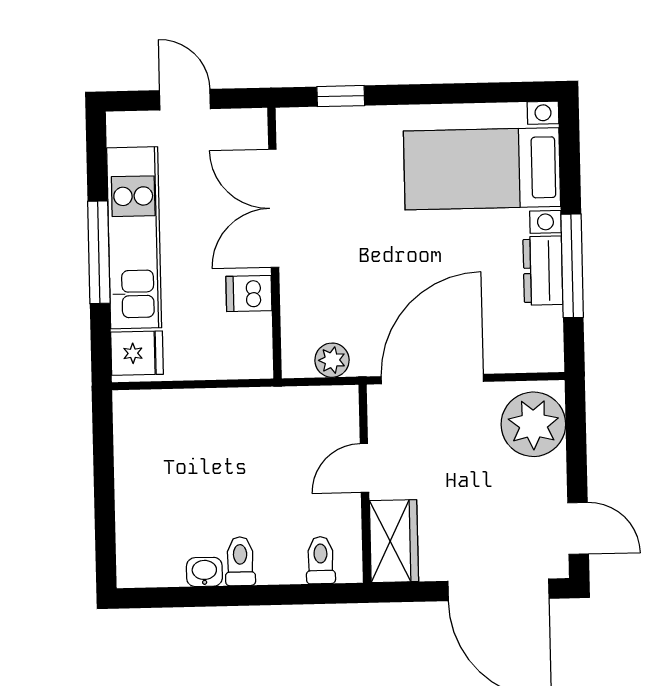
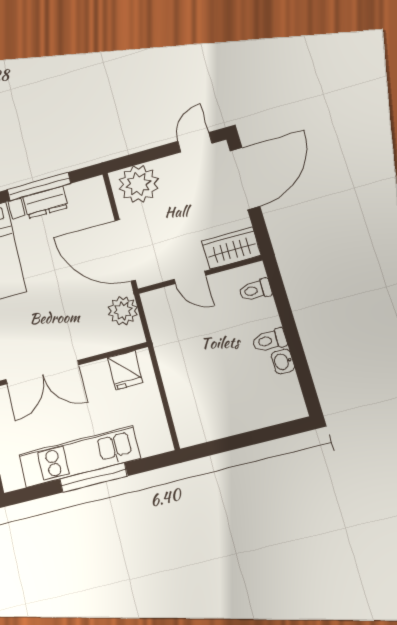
dishwasher: (249, 293) -> (98, 375), removed
fridge: (137, 353) -> (125, 370), moved, turned 180
plant: (332, 360) -> (123, 311), width x1.38, depth x1.38

